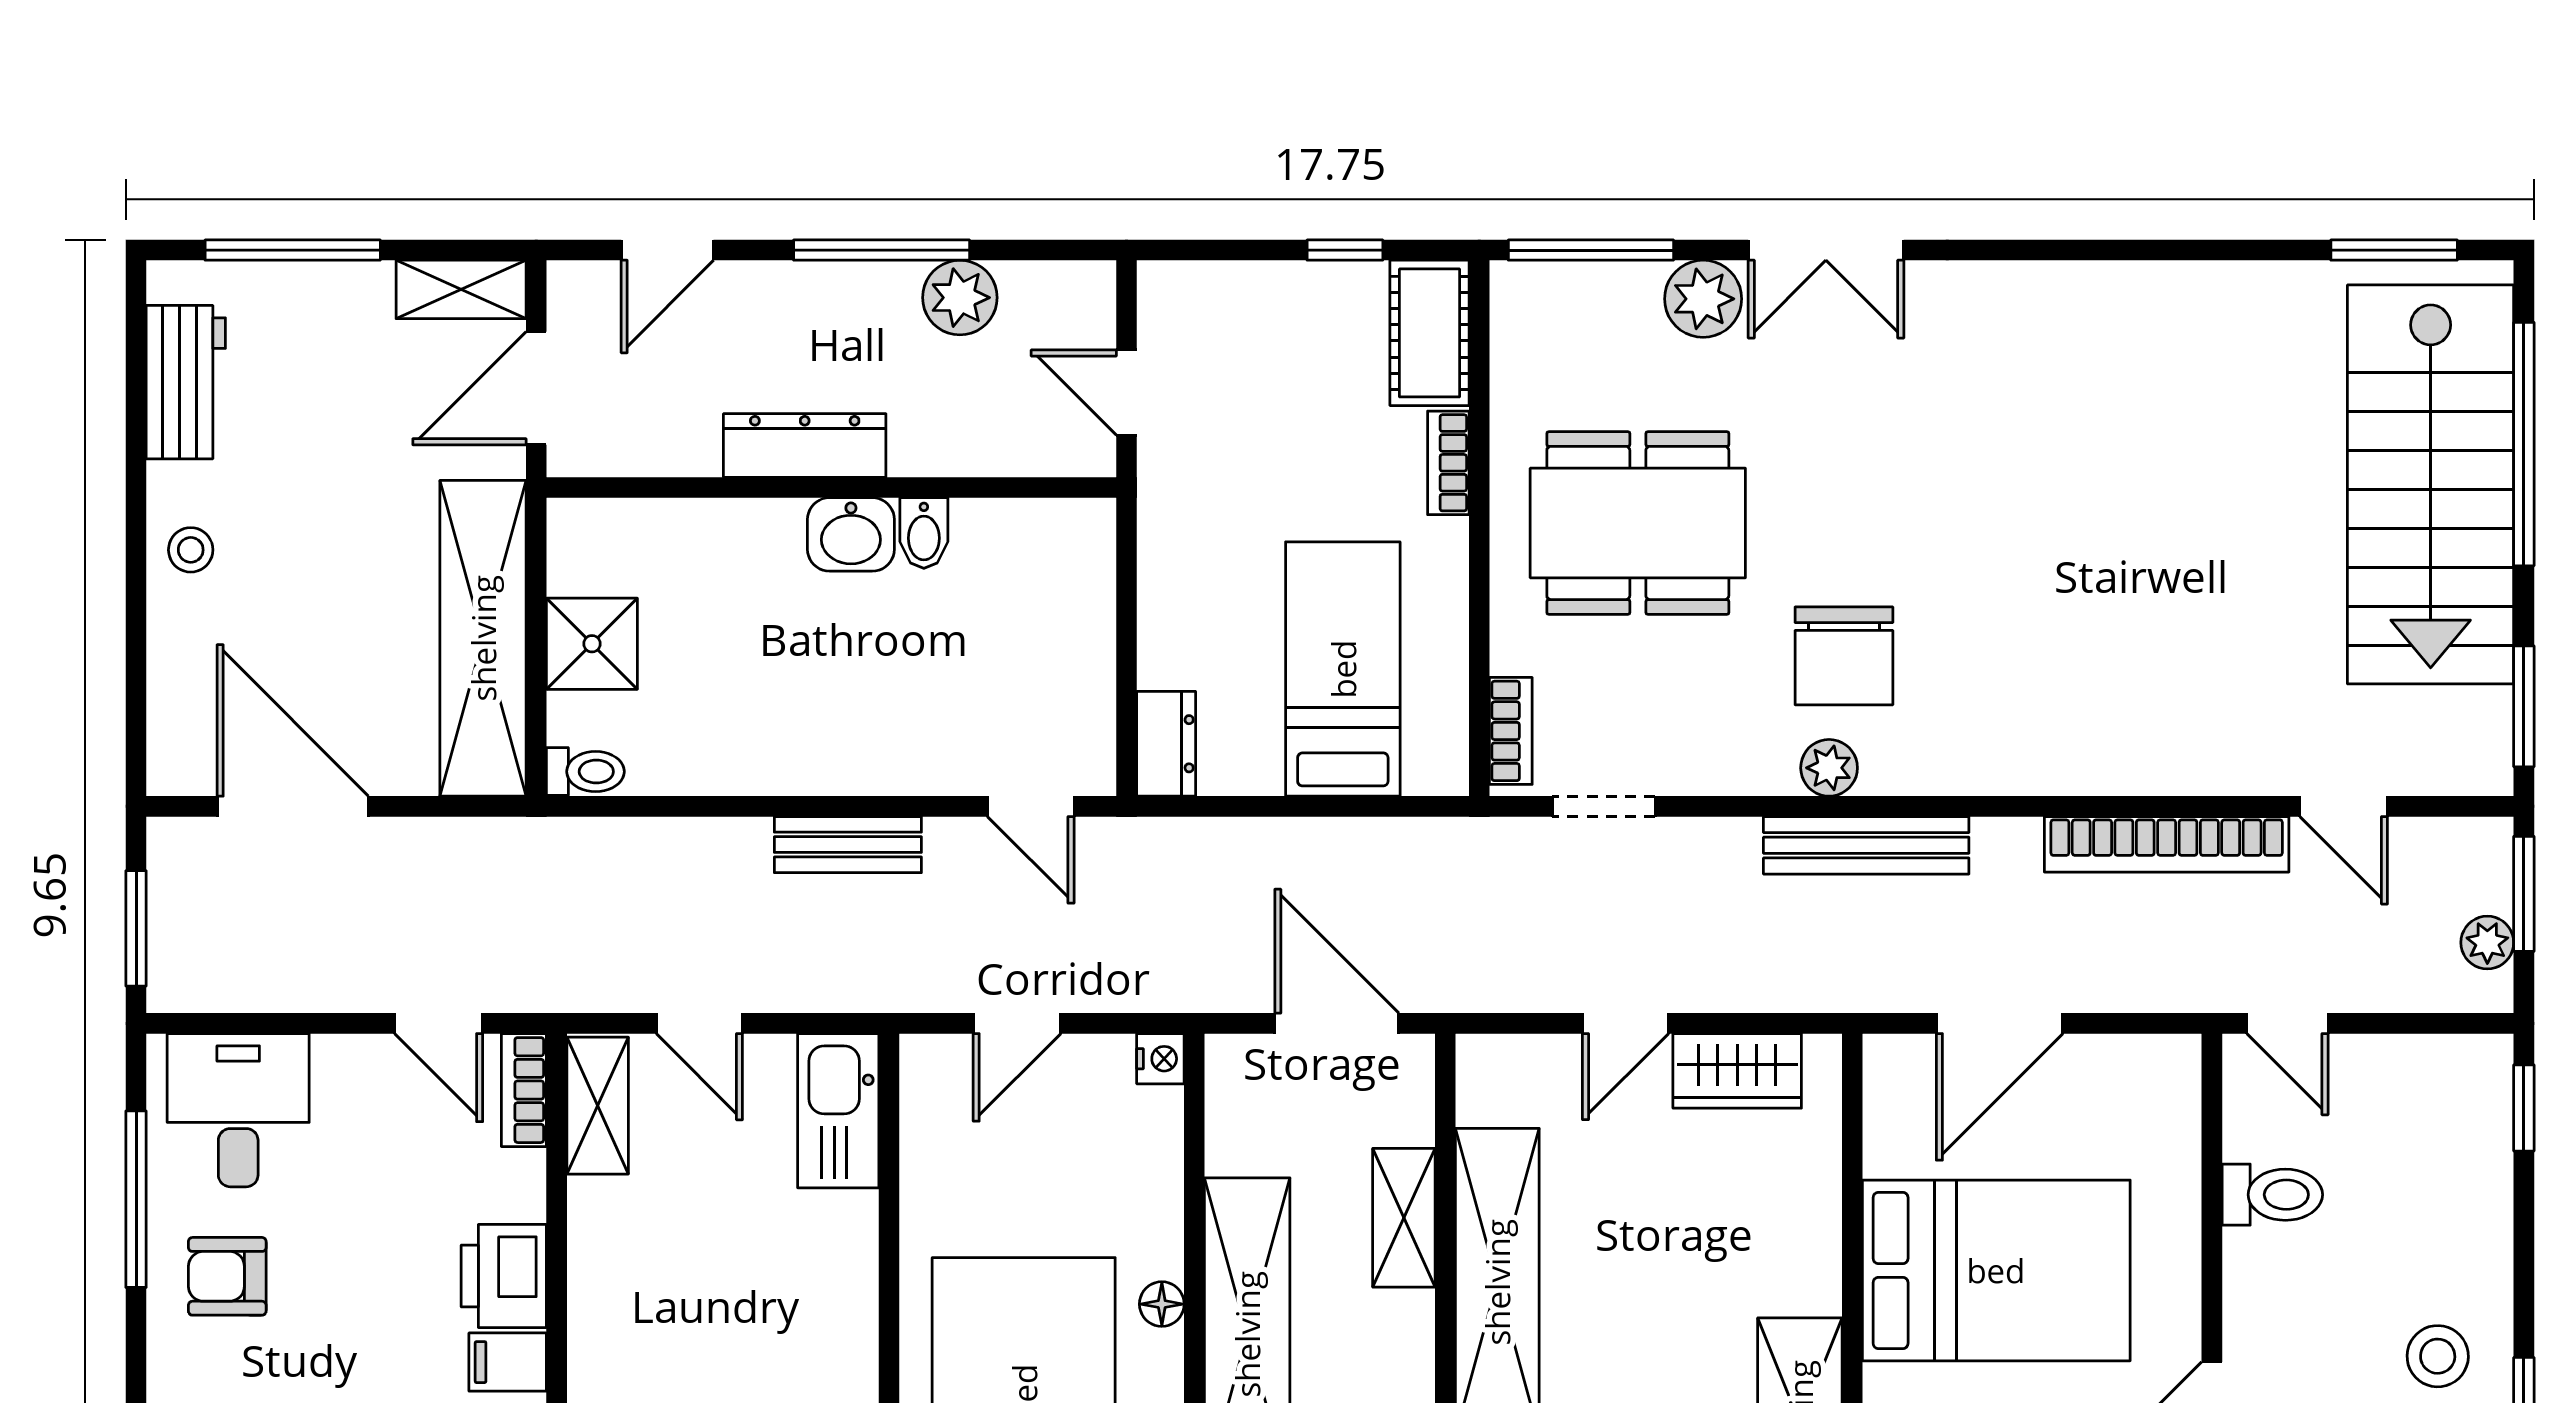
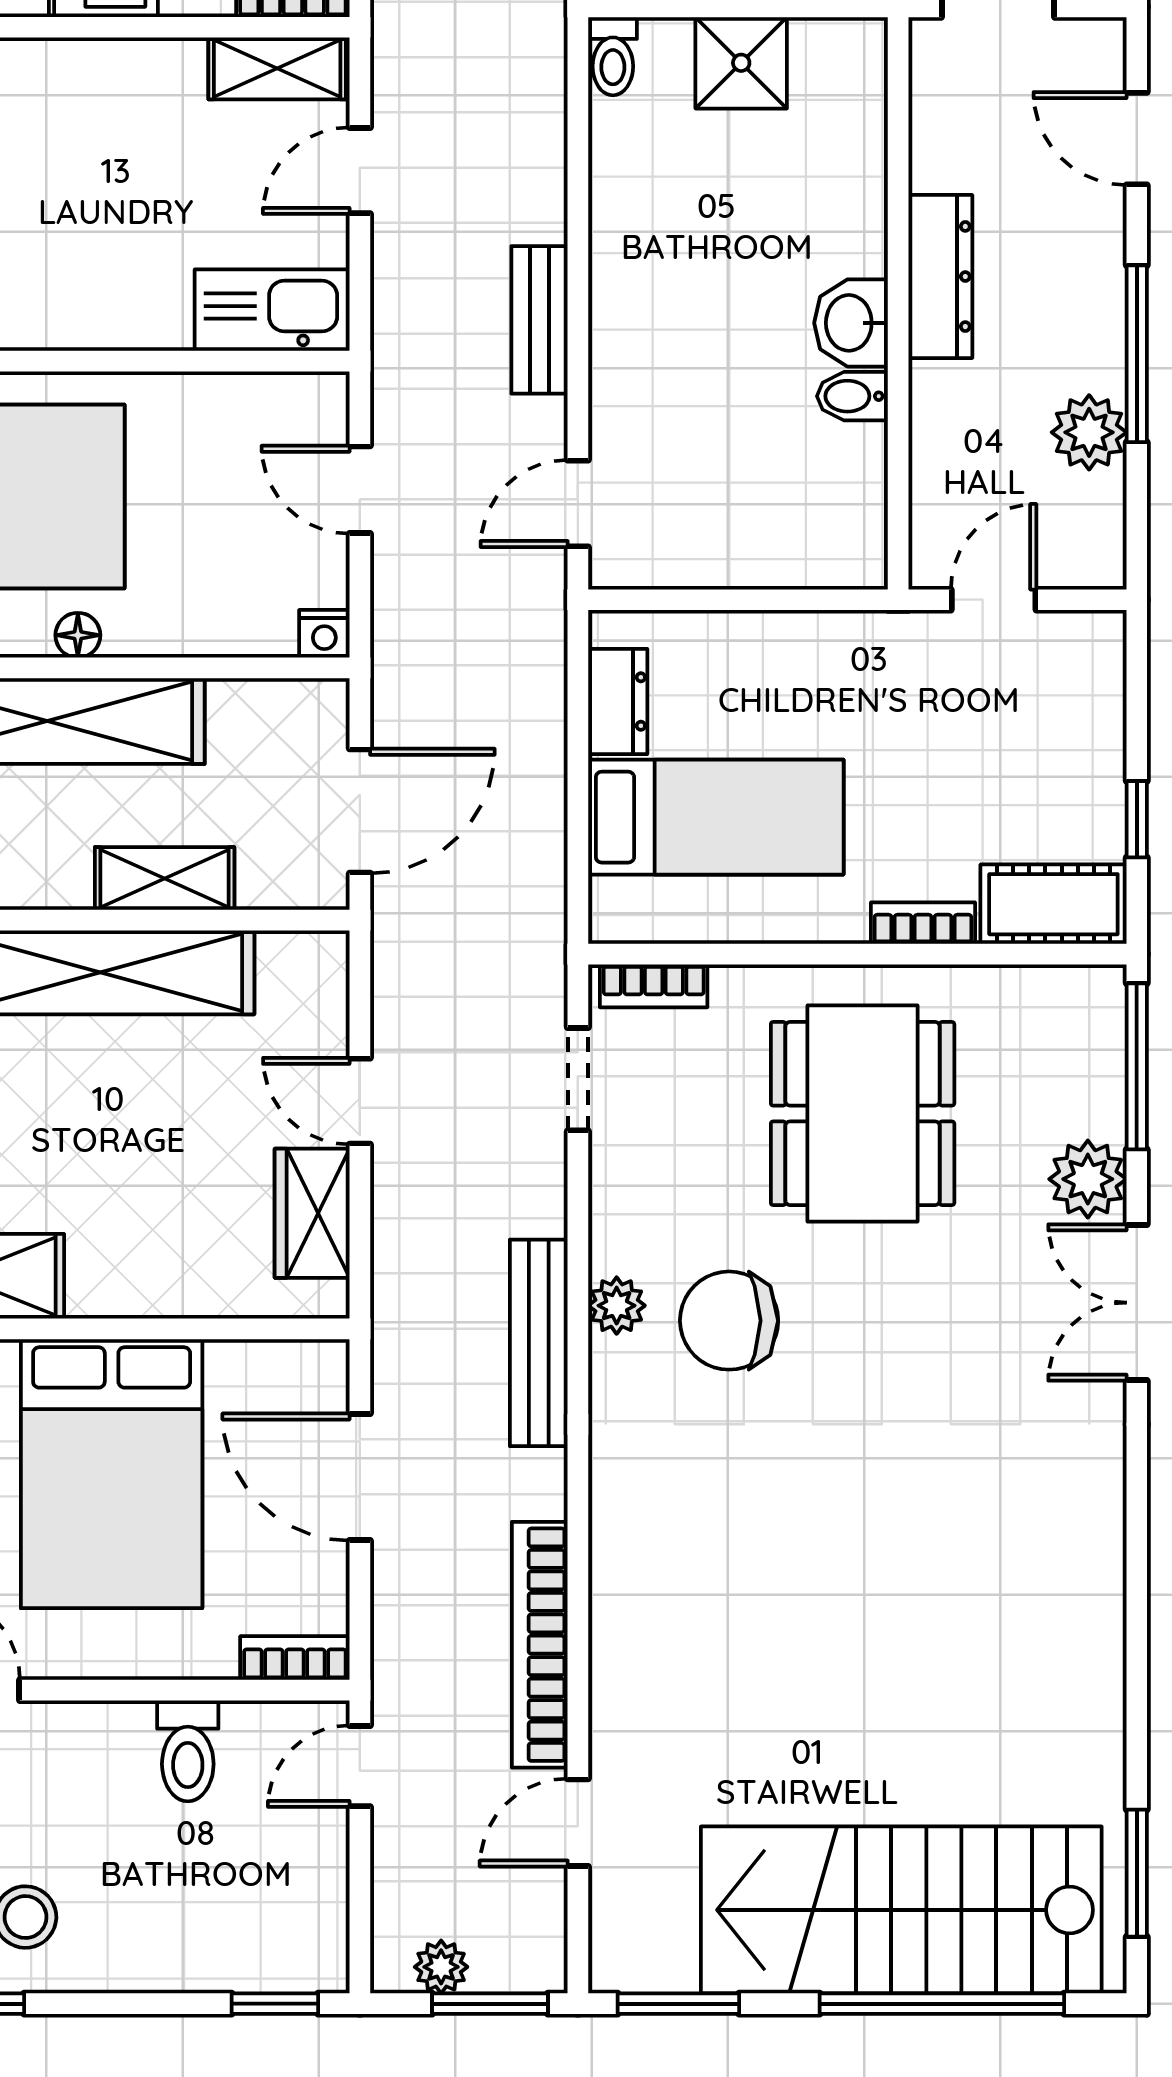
dresser: (1166, 744) -> (618, 702), moved, turned -90
bookcase: (2180, 1088) -> (295, 1658), added

